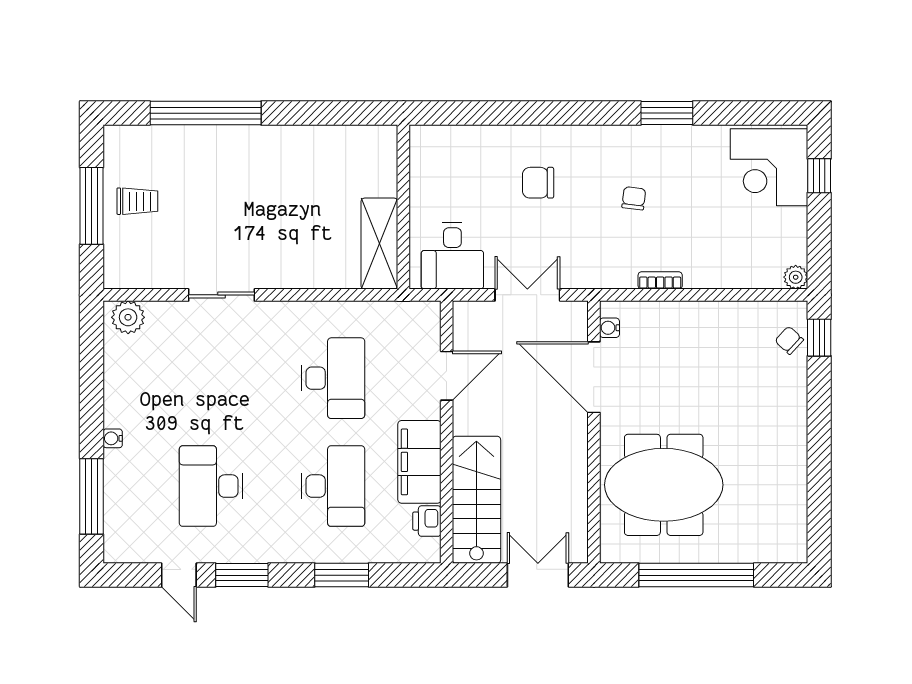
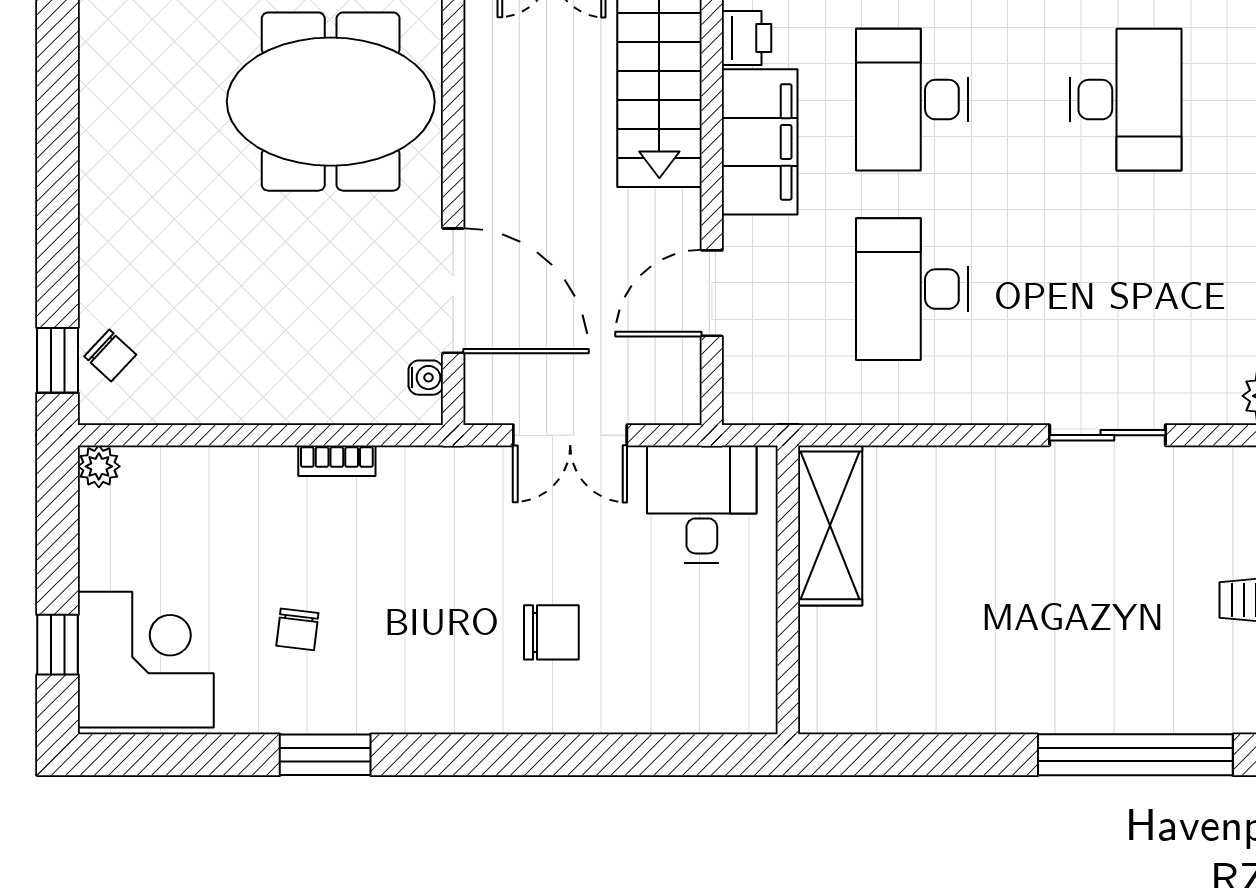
chair: (634, 198) -> (297, 629), moved

